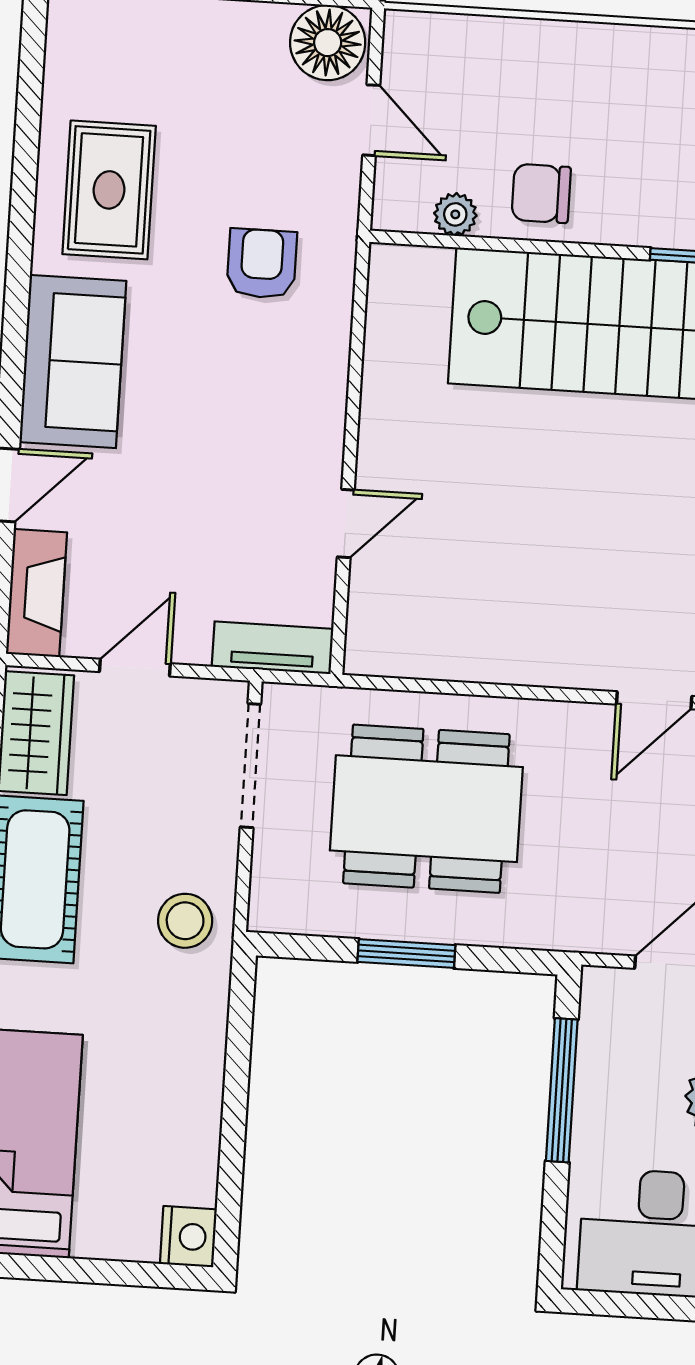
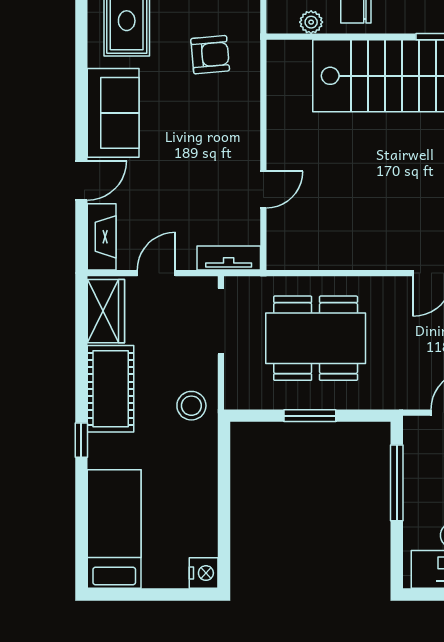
armchair: (262, 264) -> (210, 55), turned 85

